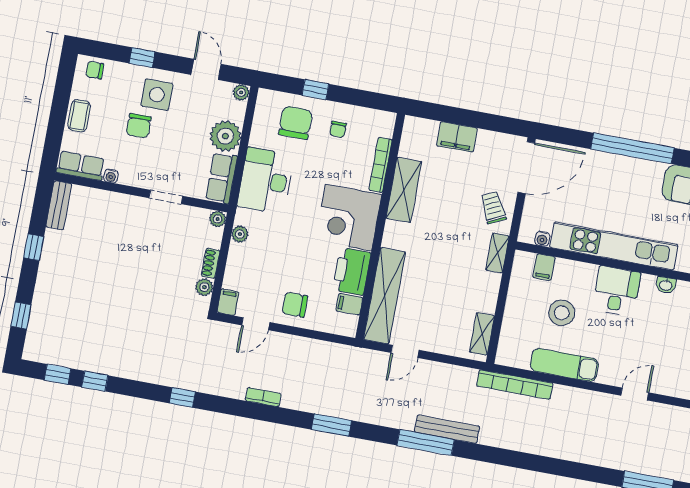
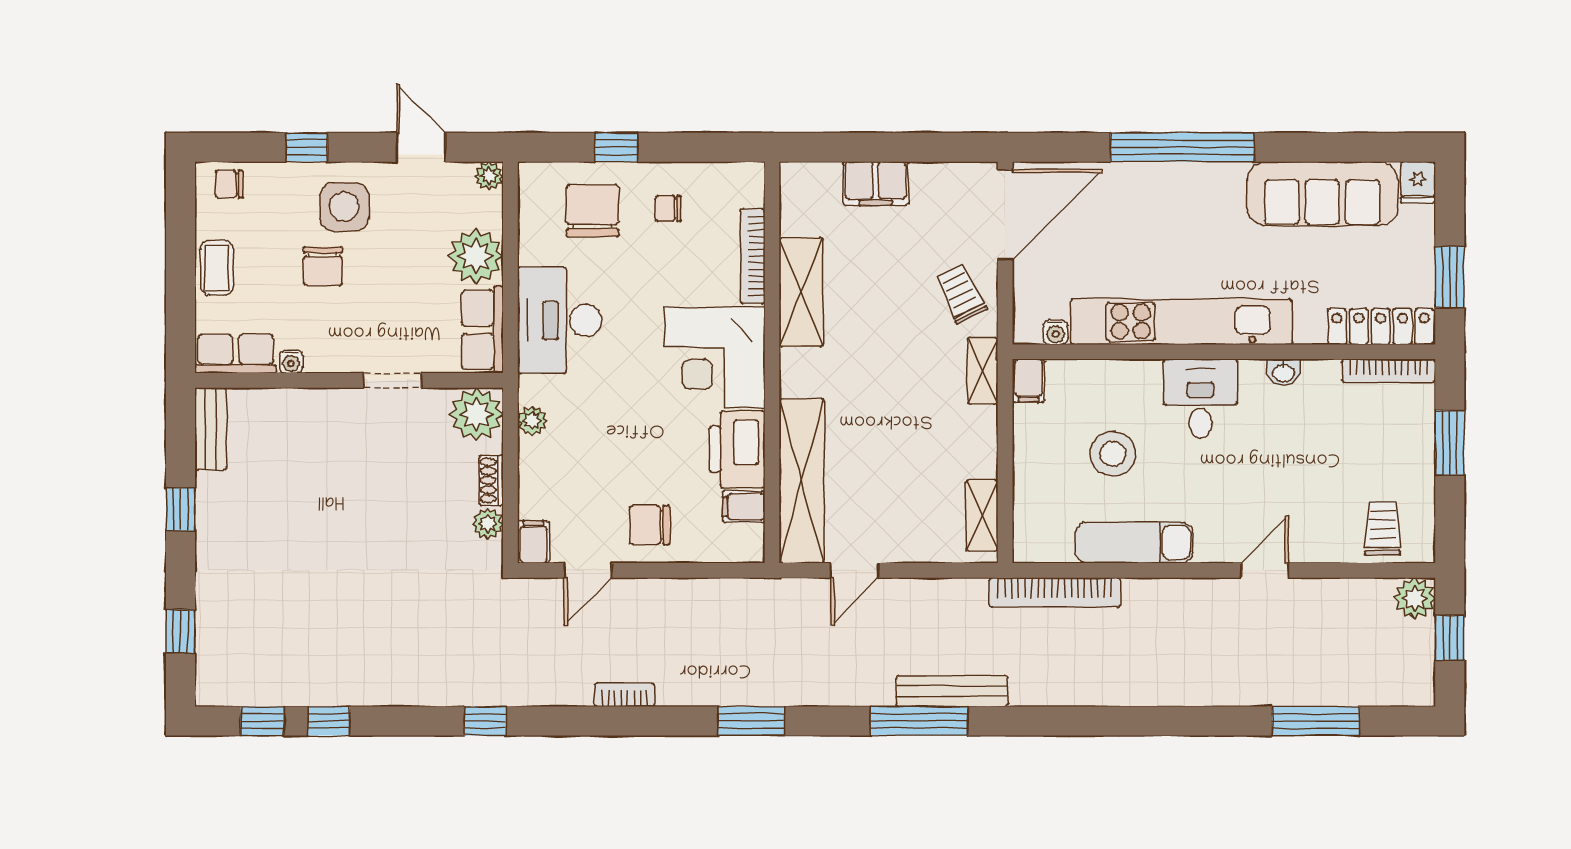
chair: (338, 129) -> (668, 208), turned 90
plant: (218, 219) -> (477, 414), width x1.87, depth x1.87
filing cabinet: (544, 267) -> (1029, 381), moved

